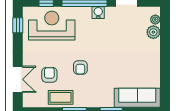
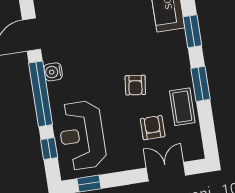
armchair: (80, 68) -> (135, 85), turned 97
armchair: (49, 75) -> (153, 128), turned 90

